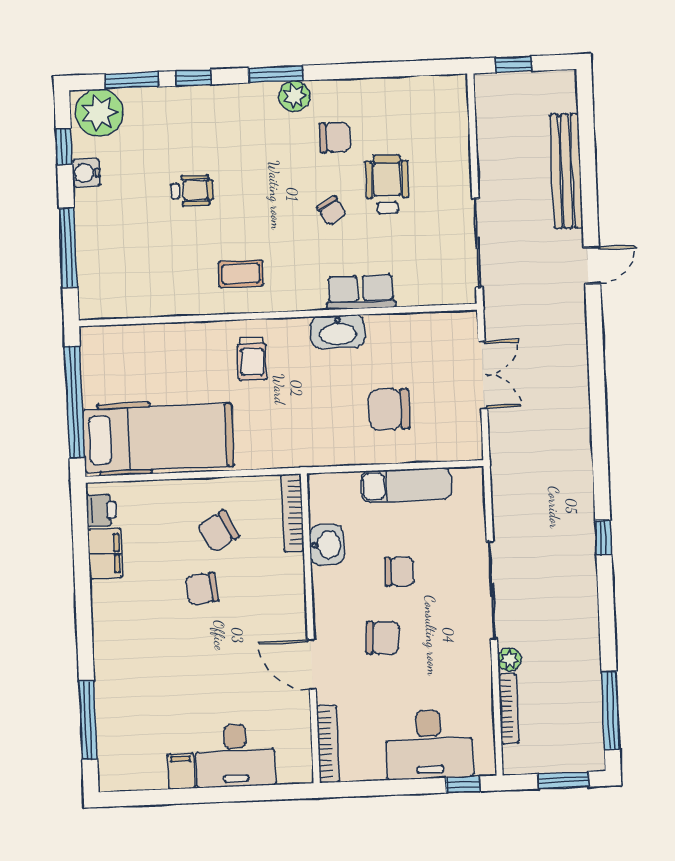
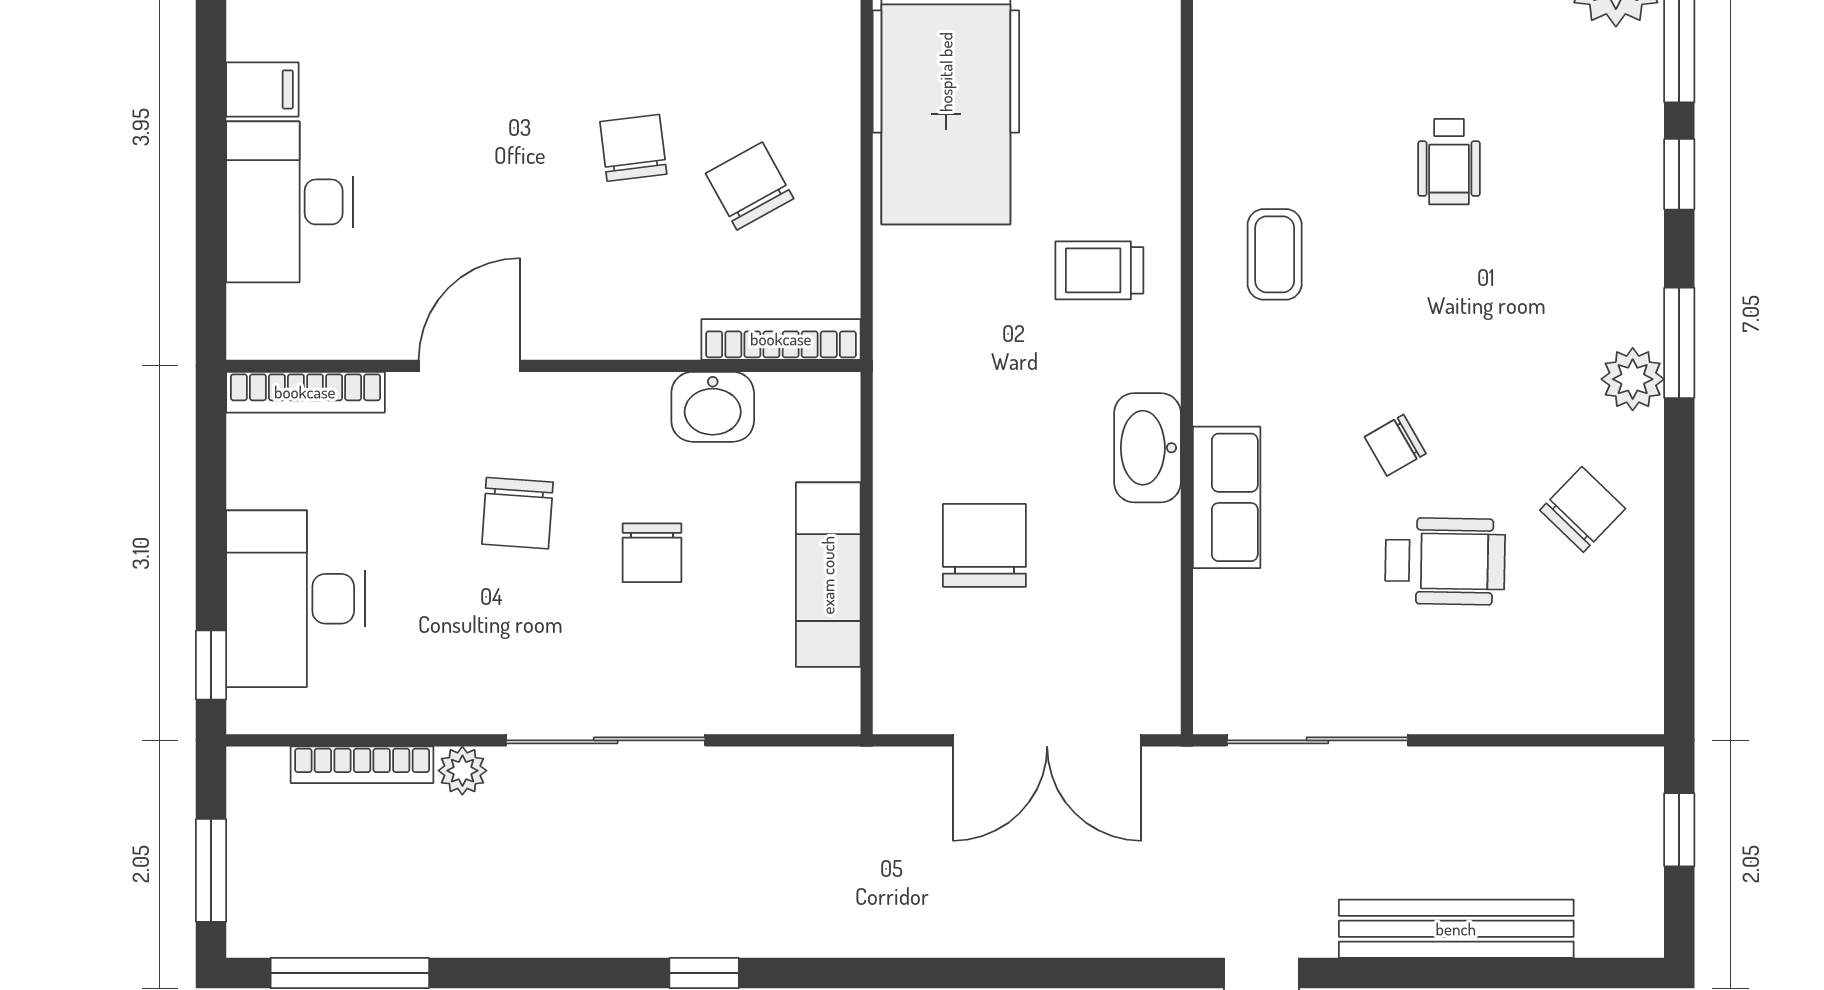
chair: (335, 137) -> (1583, 509), moved, turned -136
double door: (483, 375) -> (1047, 740), width x1.37

